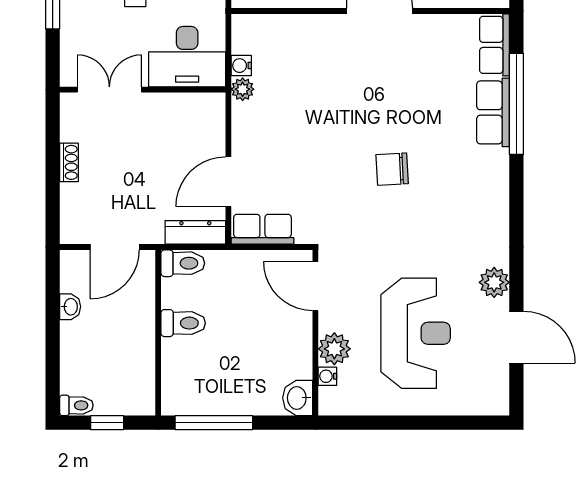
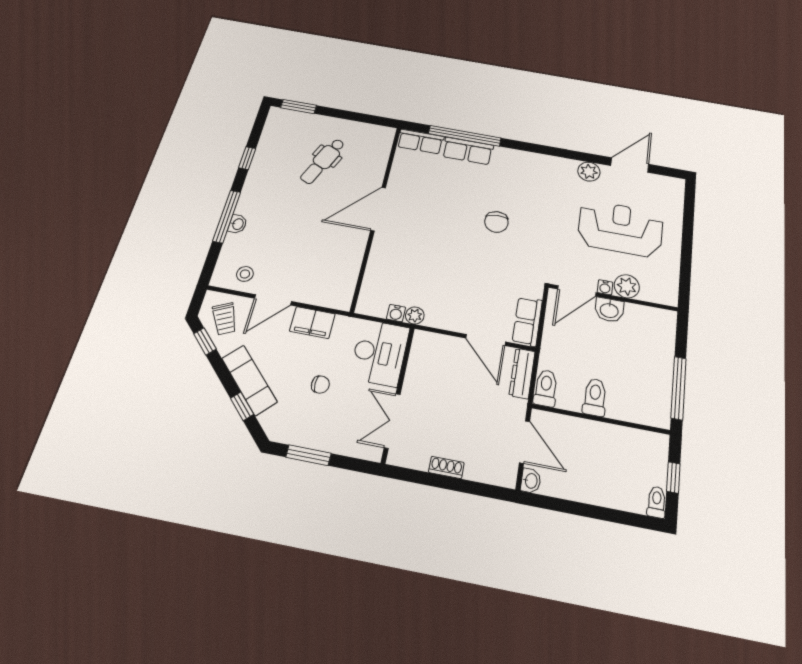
washbasin: (70, 307) -> (531, 481), moved, turned 90
water cooler: (327, 376) -> (605, 287), moved
washbasin: (298, 398) -> (609, 310), moved

